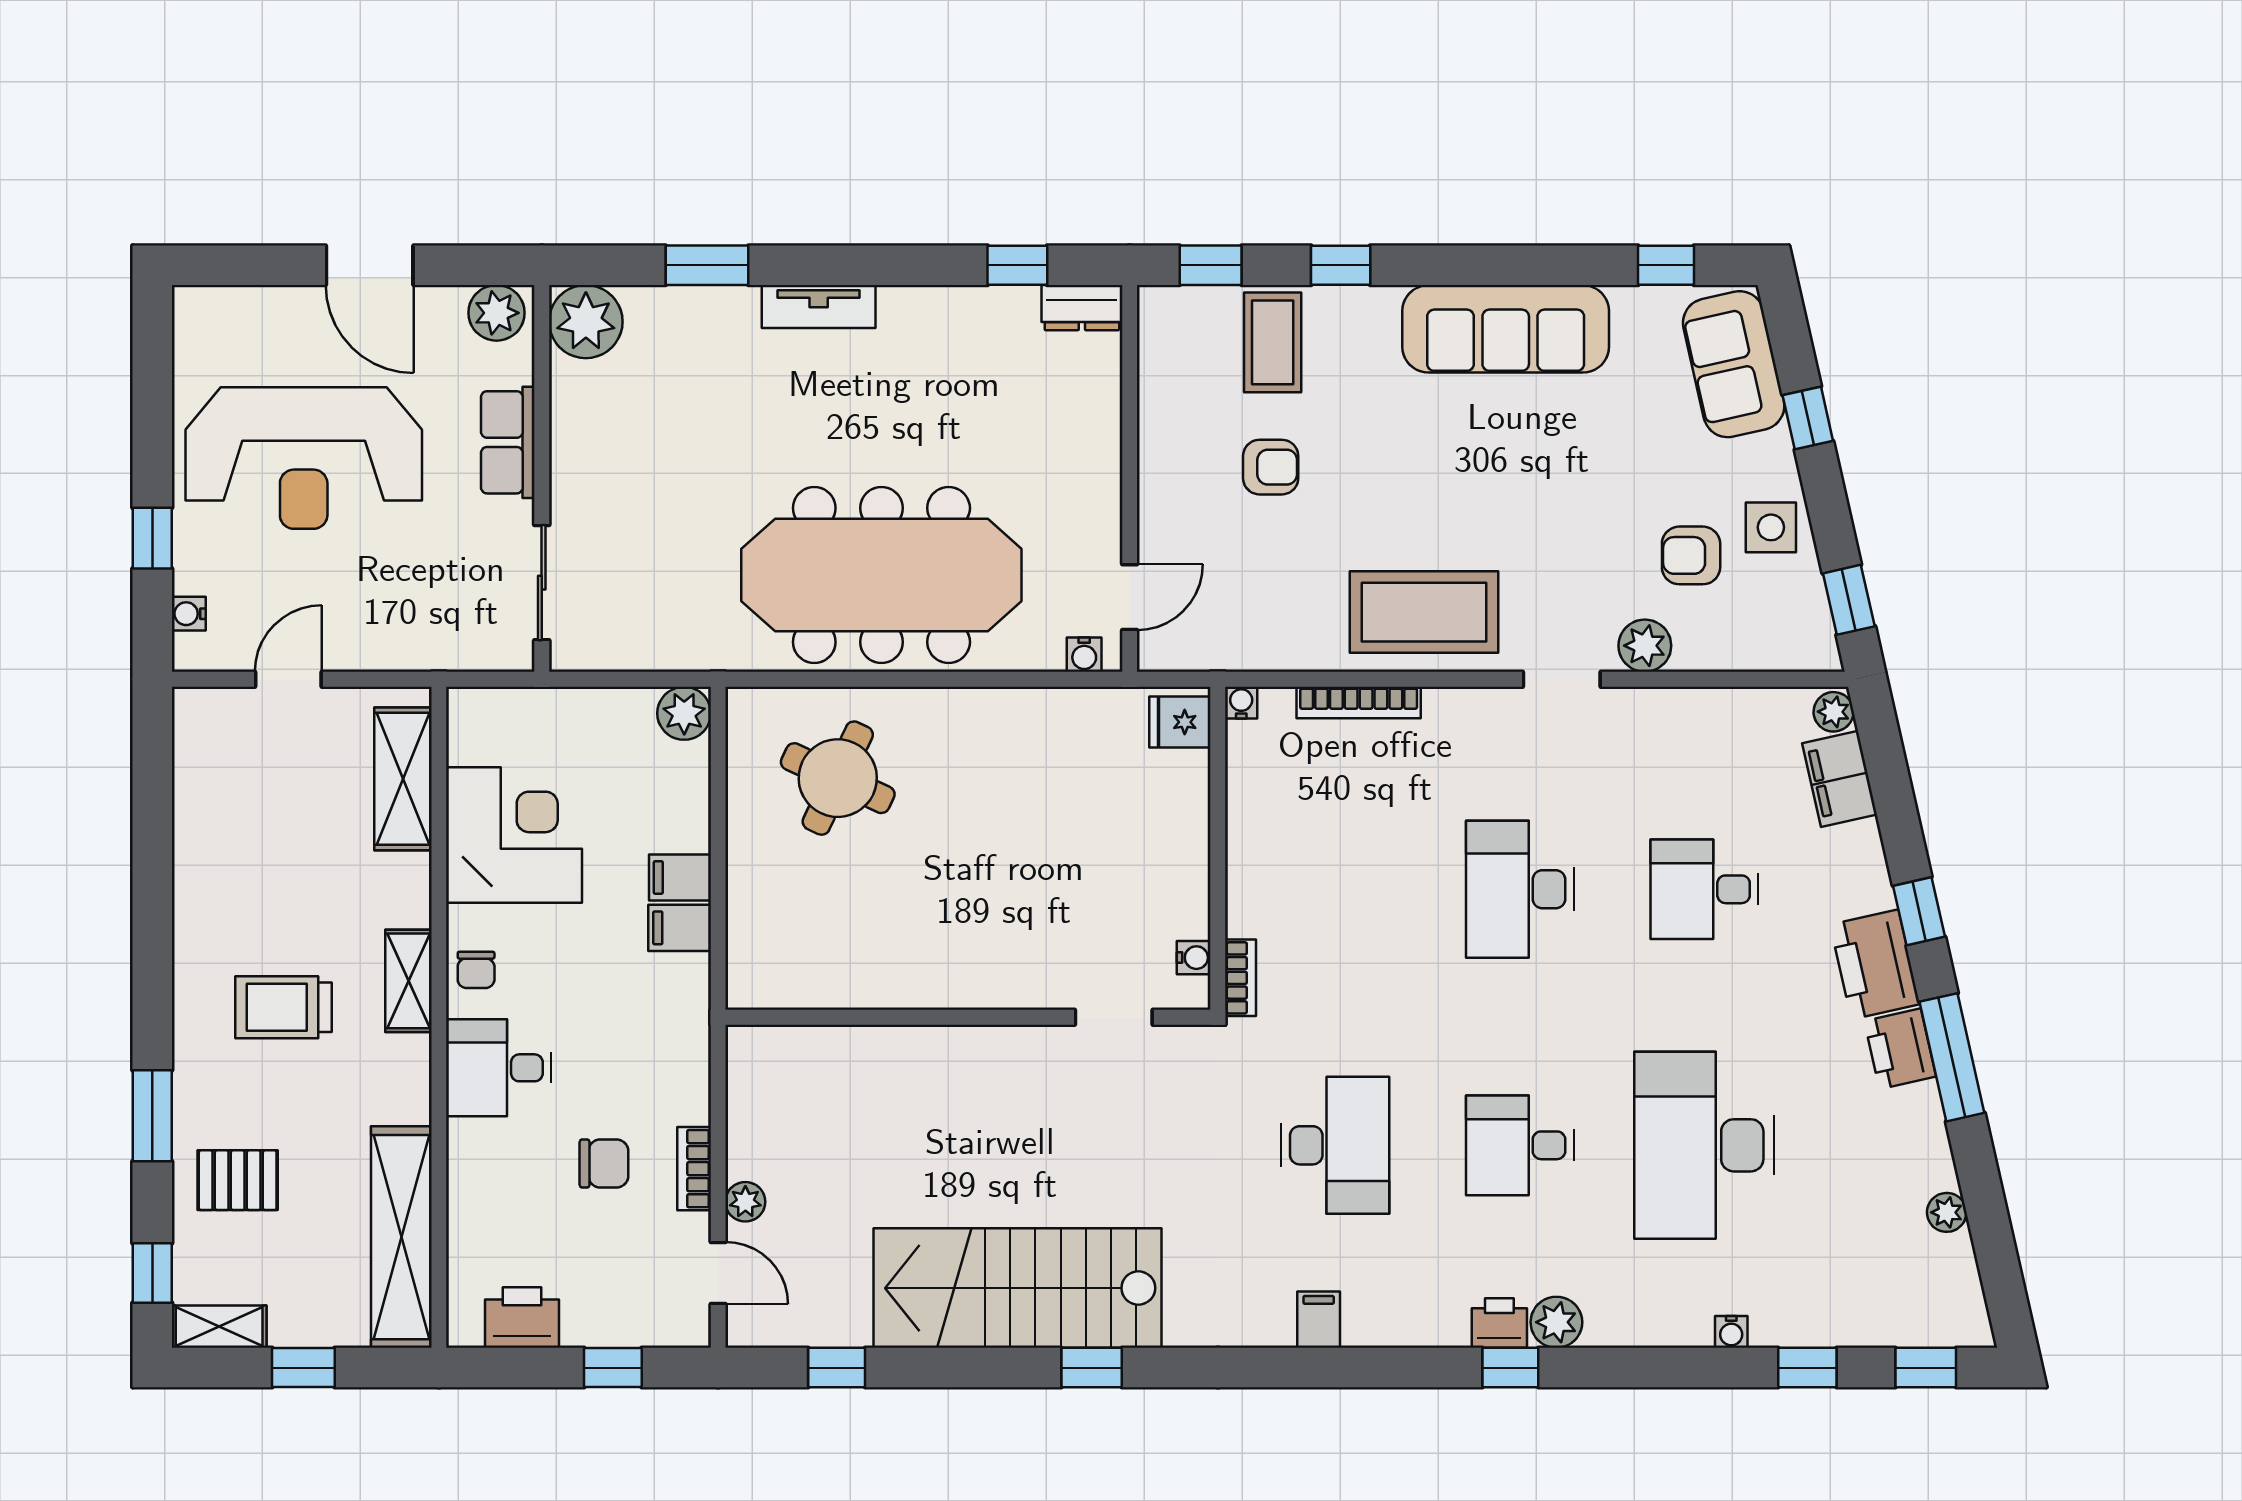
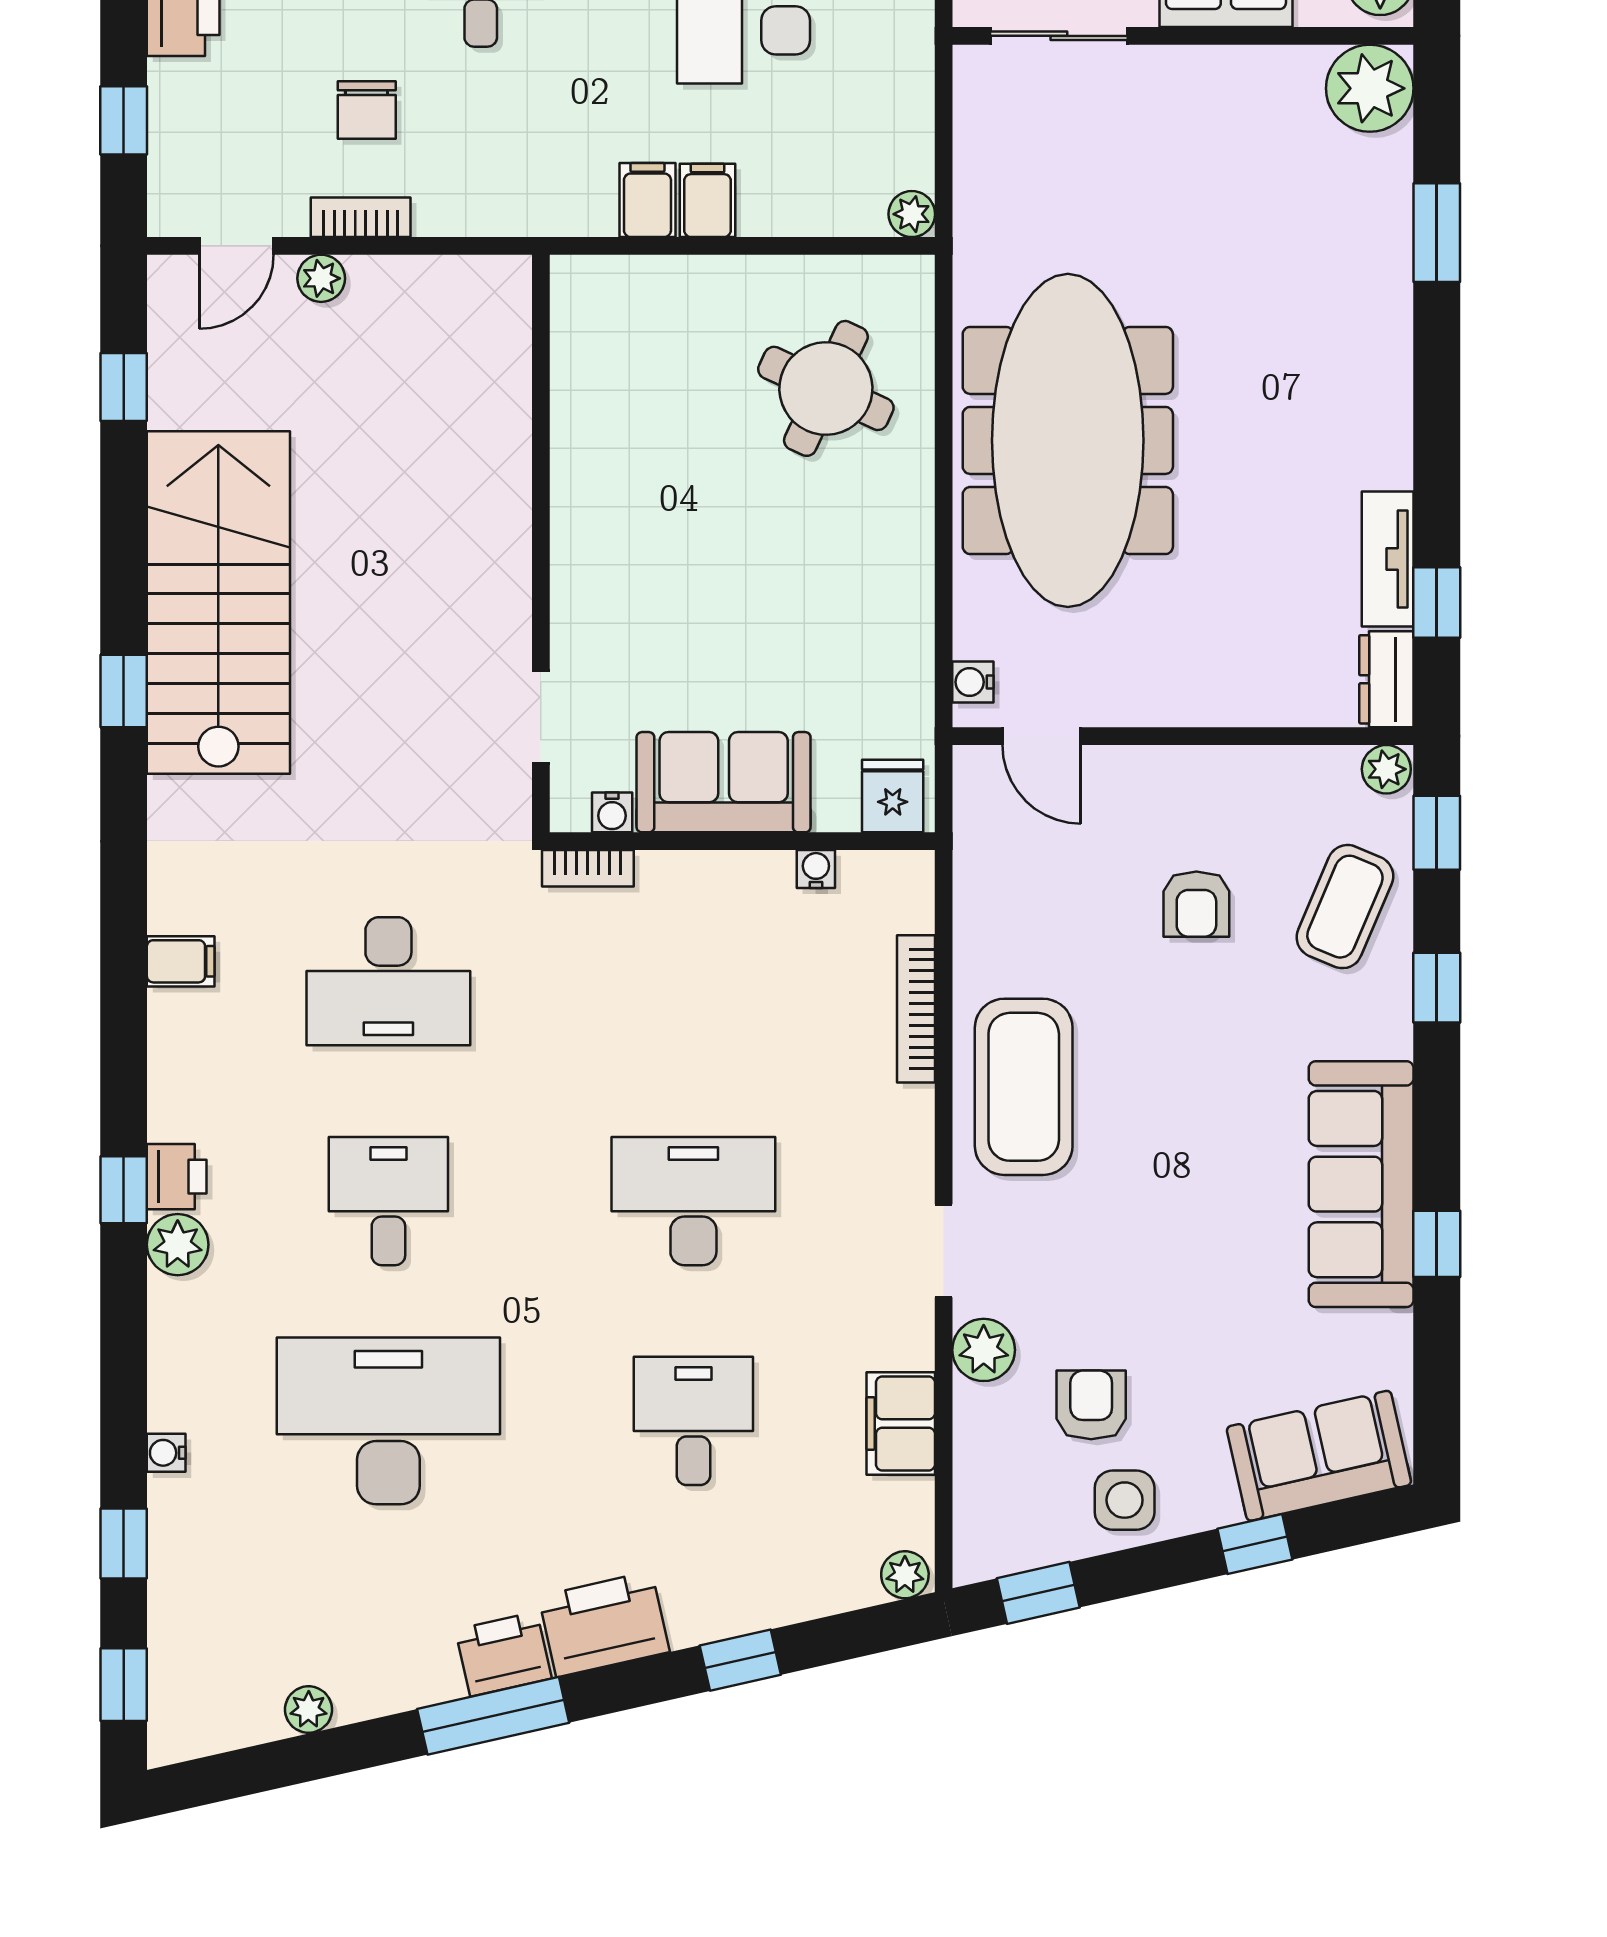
window: (1666, 265) -> (1437, 1244), moved
tv unit: (819, 307) -> (1388, 559), moved
plant: (1157, 308) -> (1386, 769), added
coffee table: (1273, 342) -> (1345, 907), turned -67
water cooler: (1241, 703) -> (816, 869), moved, turned -90
plant: (684, 713) -> (912, 214), width x0.73, depth x0.73
filing cabinet: (1840, 779) -> (901, 1423), moved, turned -77
sofa: (1168, 864) -> (724, 782), added
window: (1919, 911) -> (740, 1660), moved

